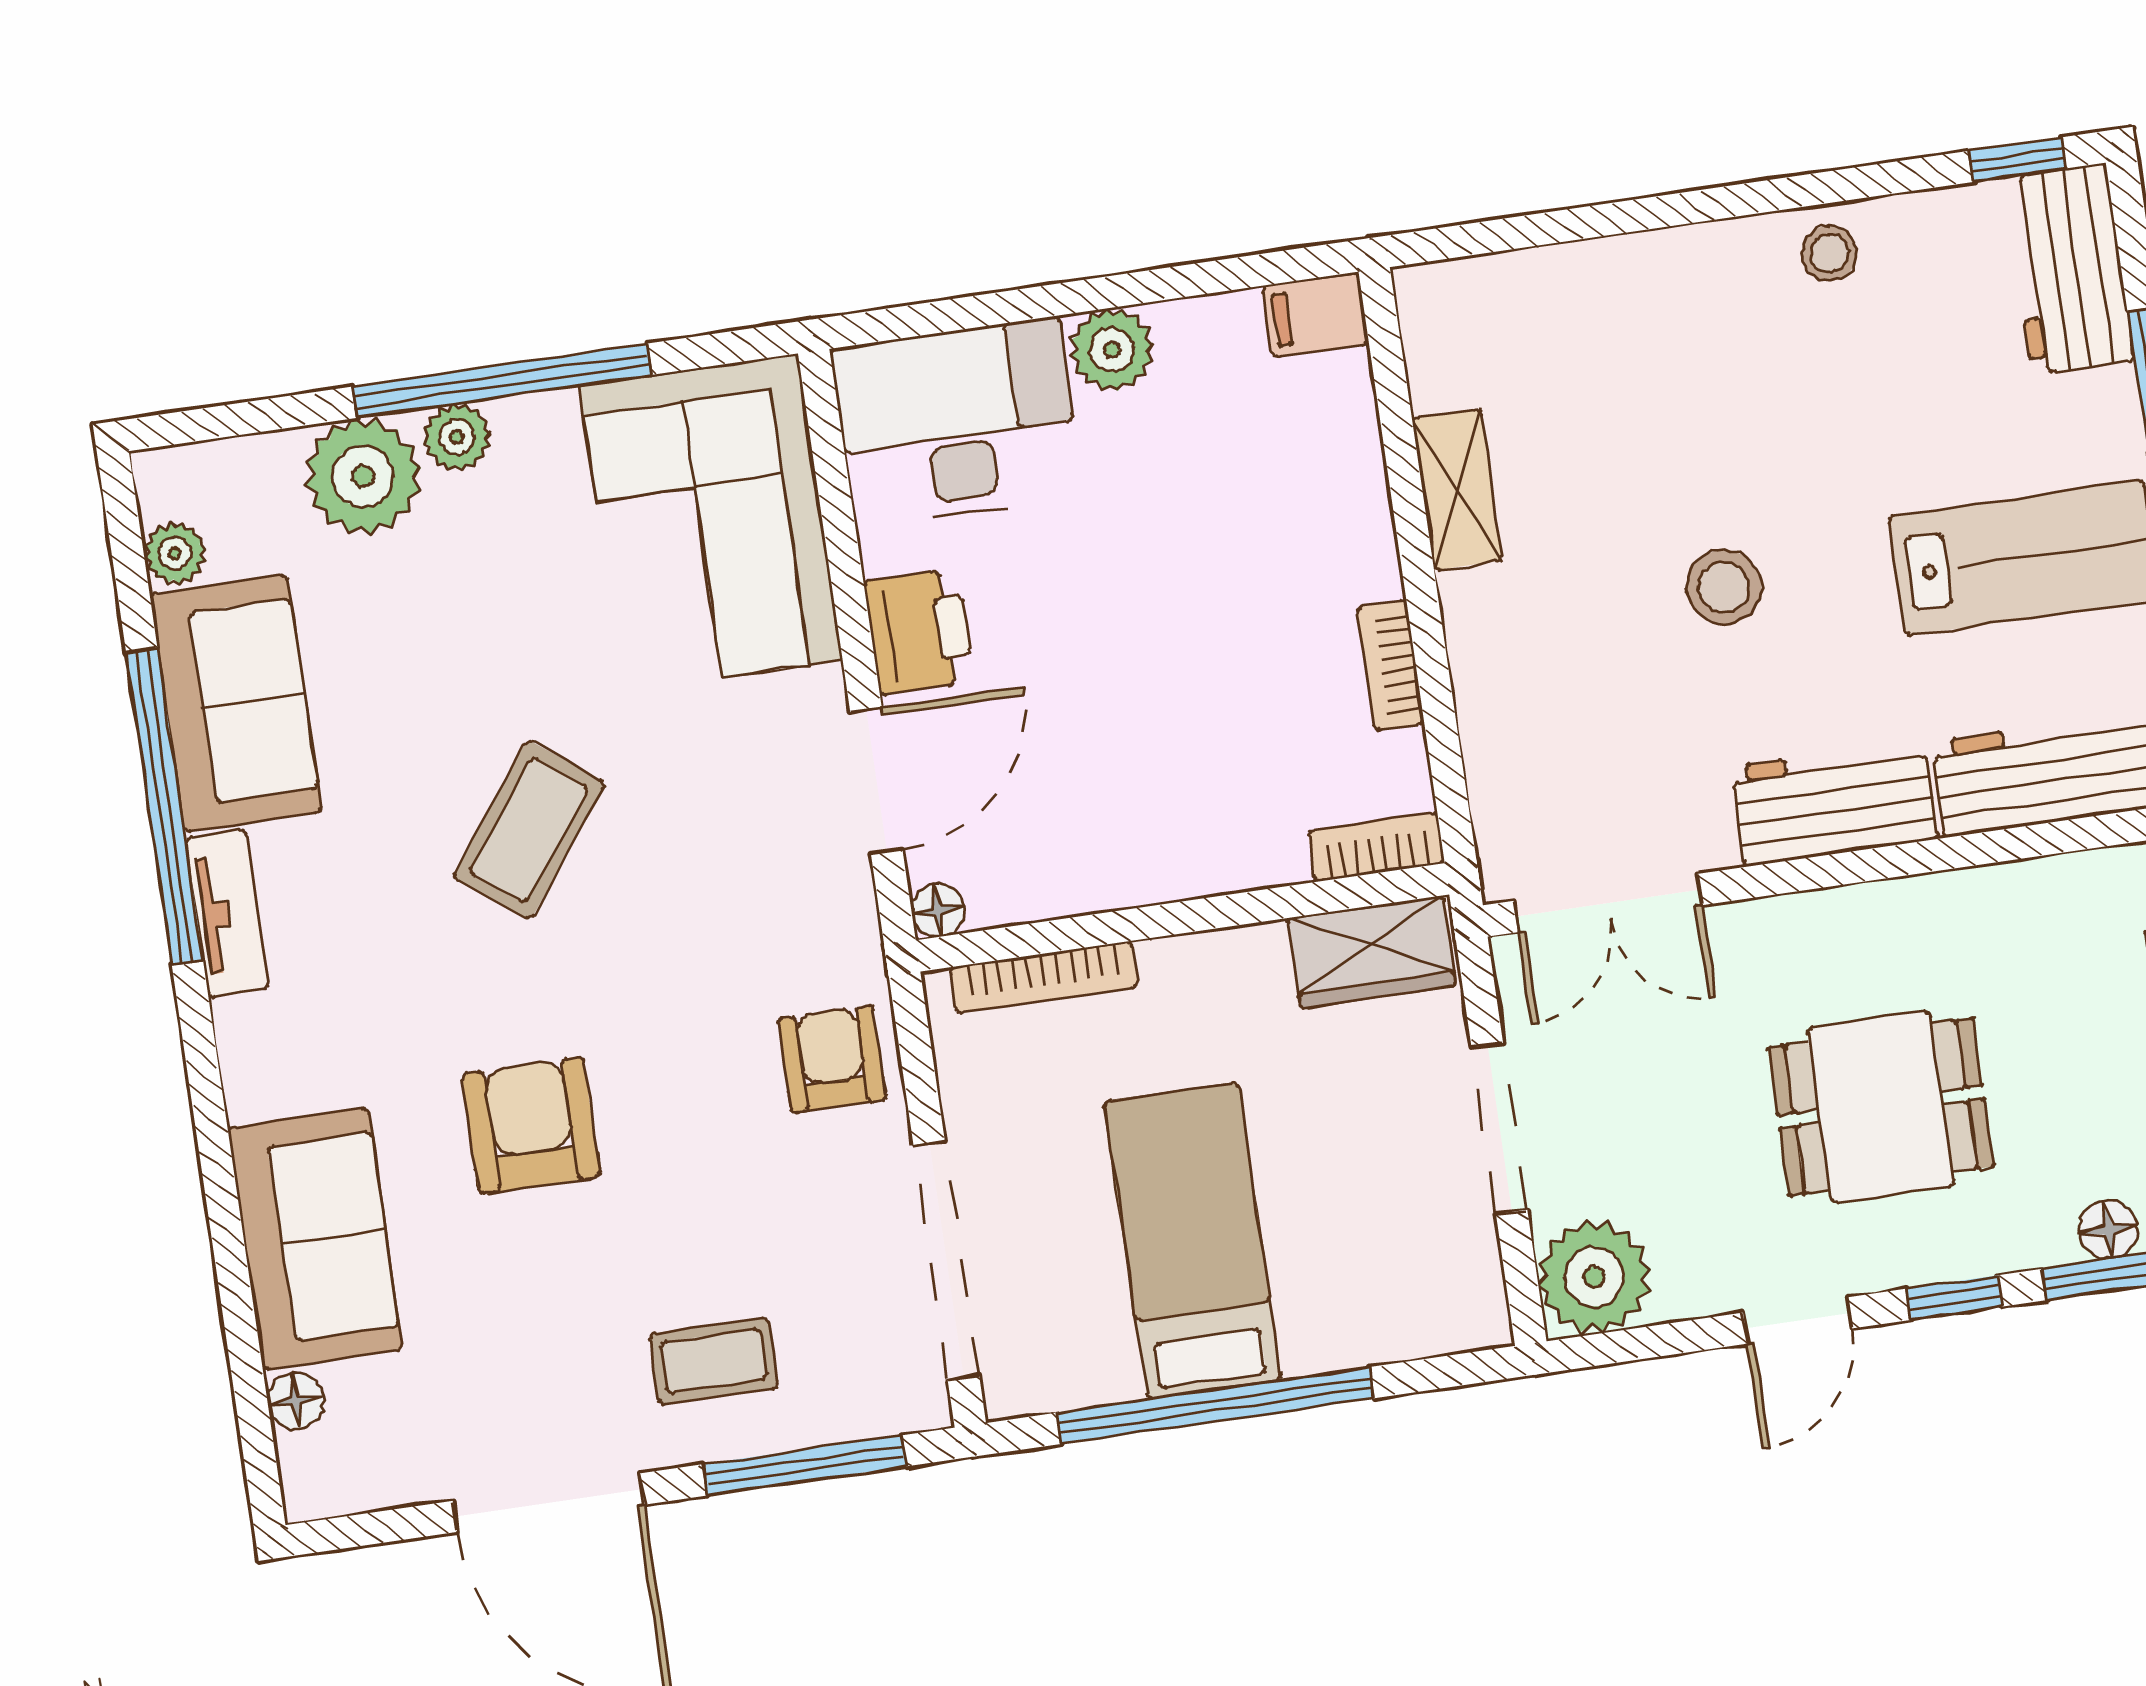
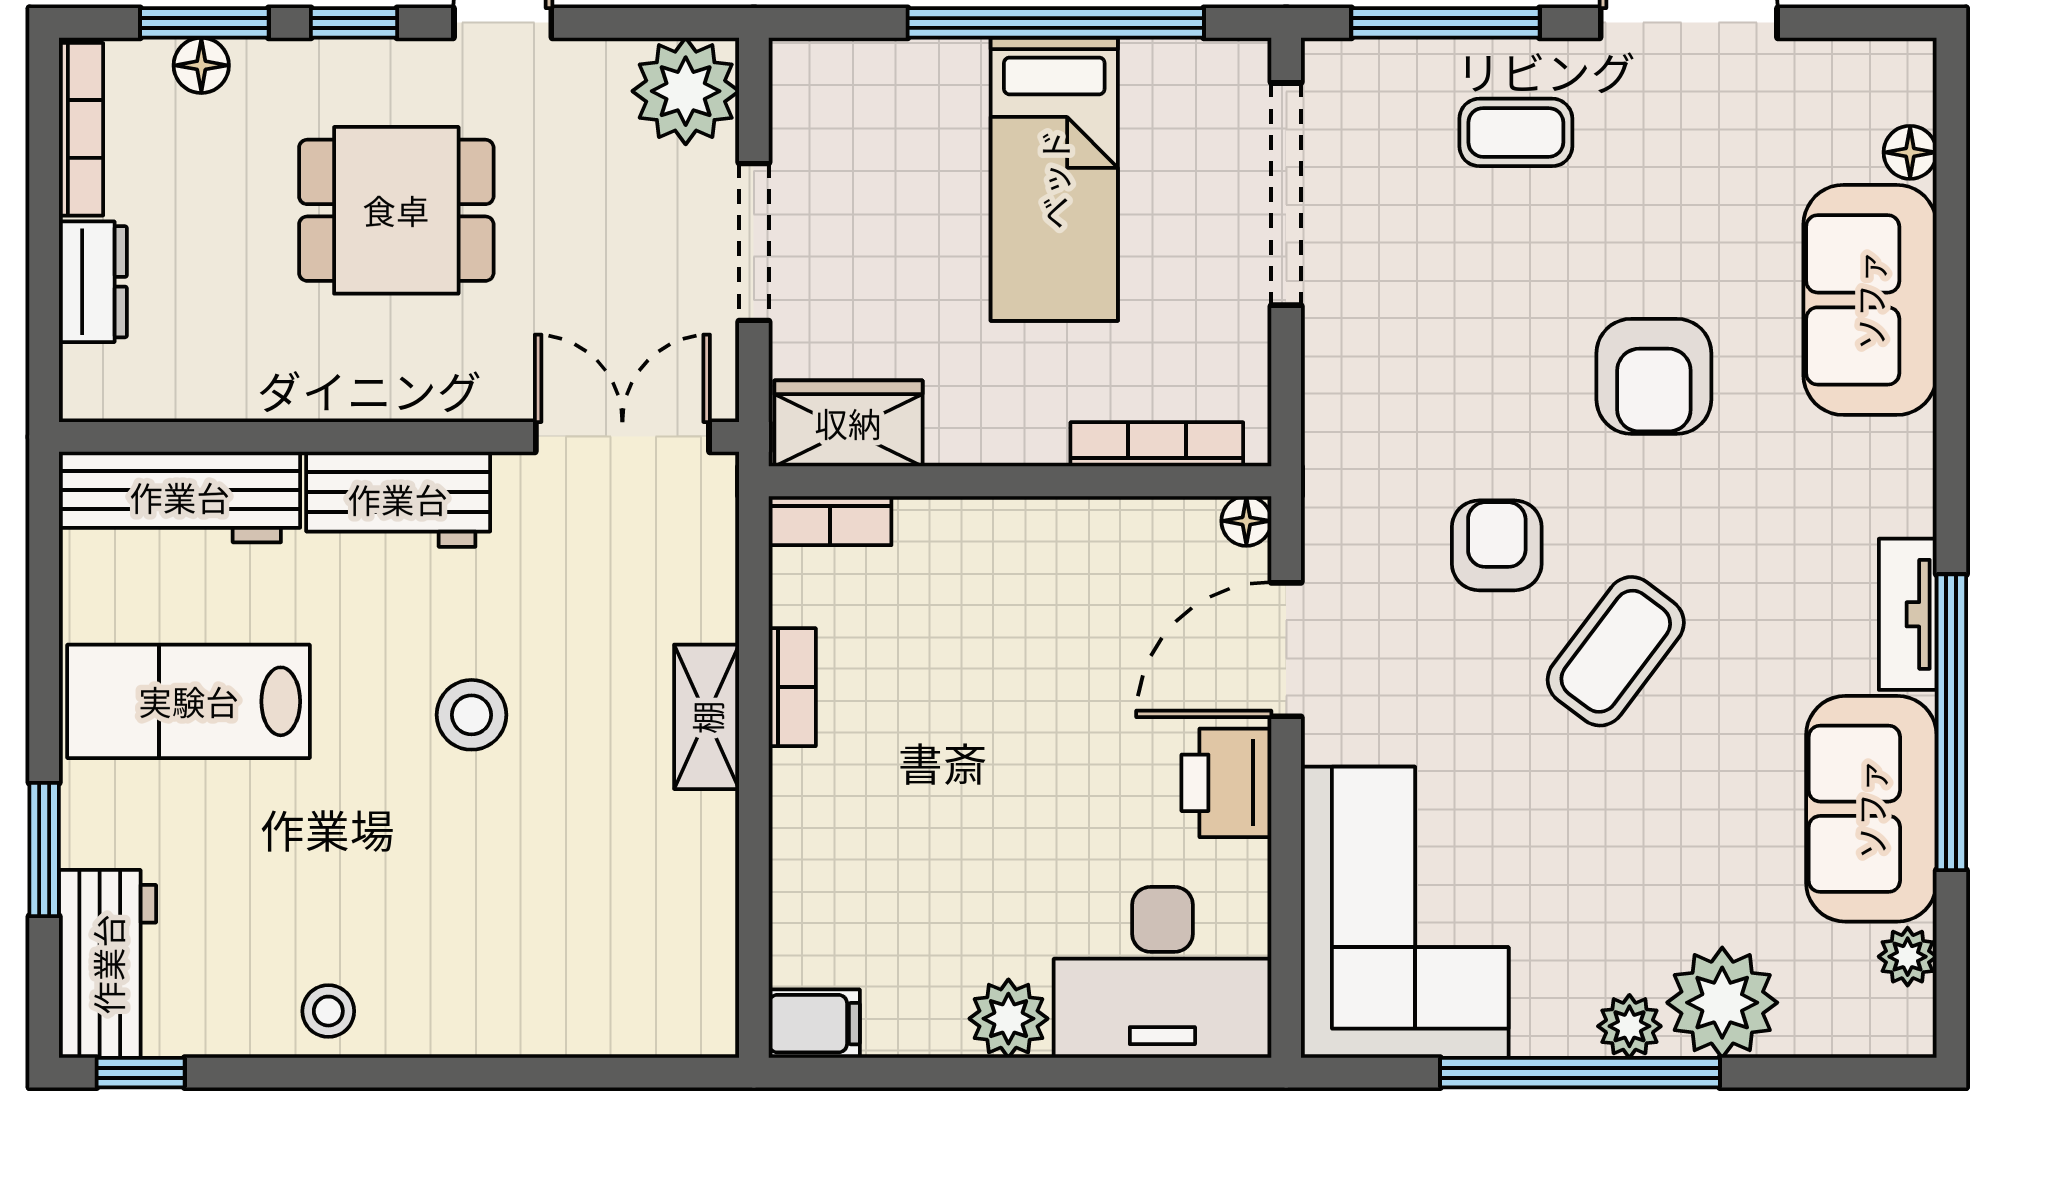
shelving: (1457, 489) -> (707, 717), moved
armchair: (832, 1059) -> (1497, 545), moved, turned 180

